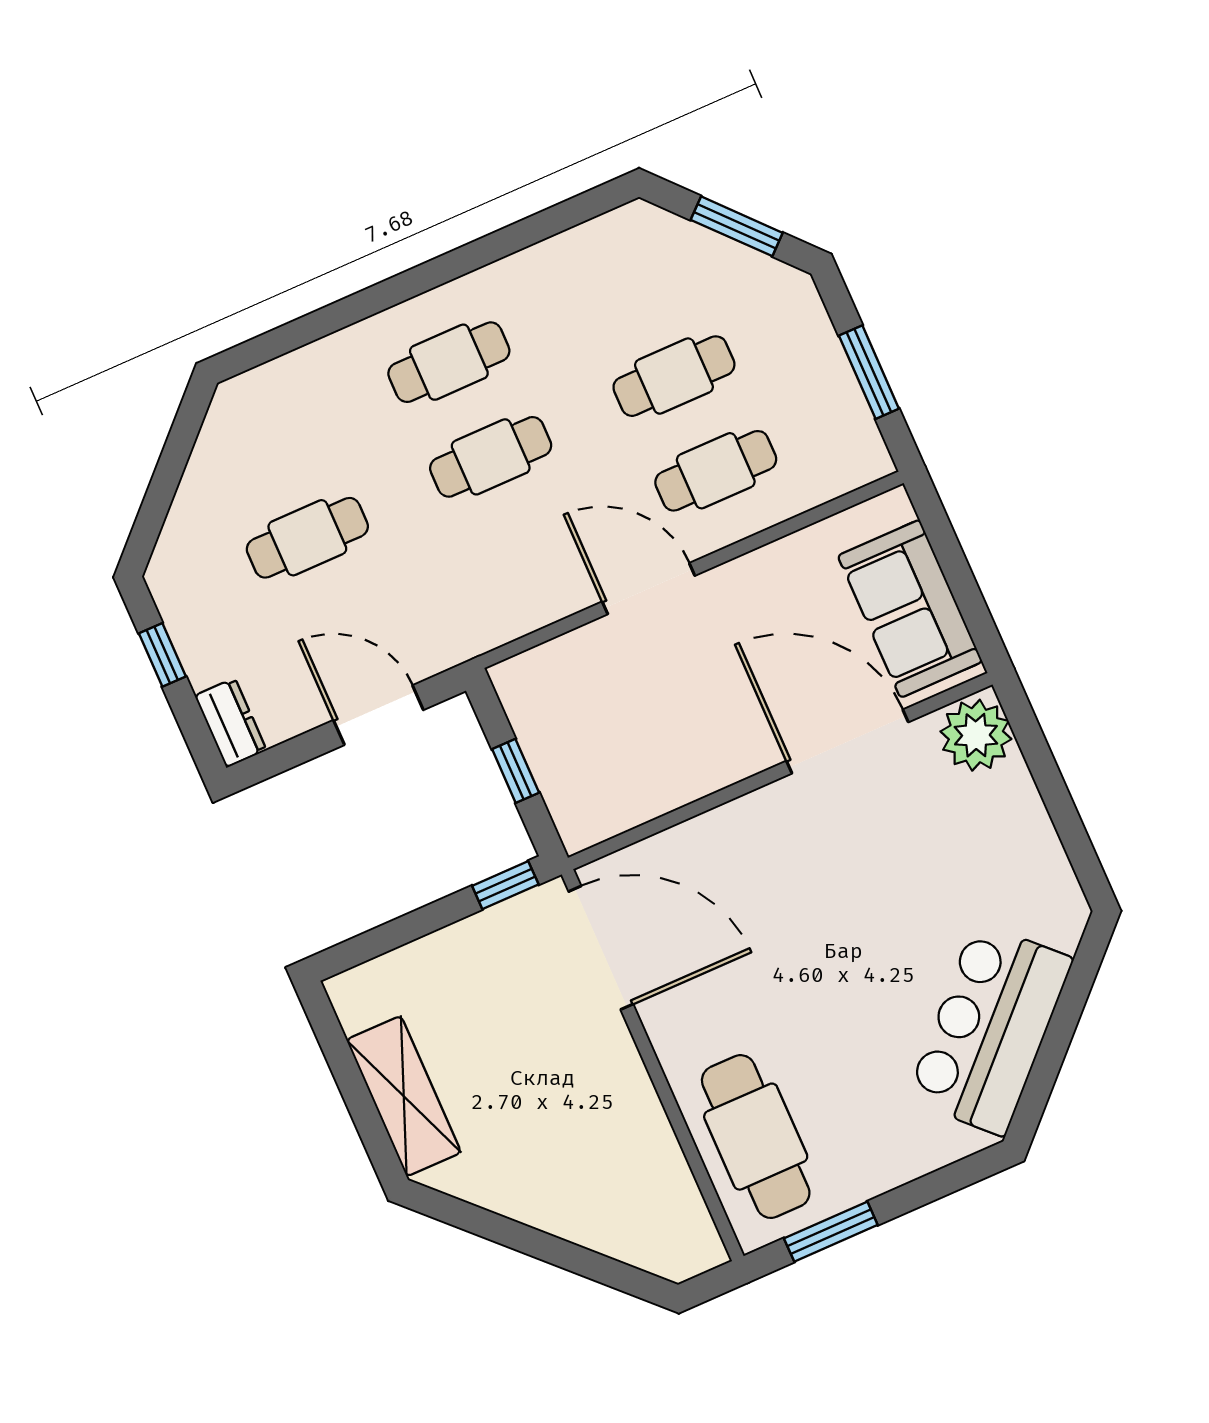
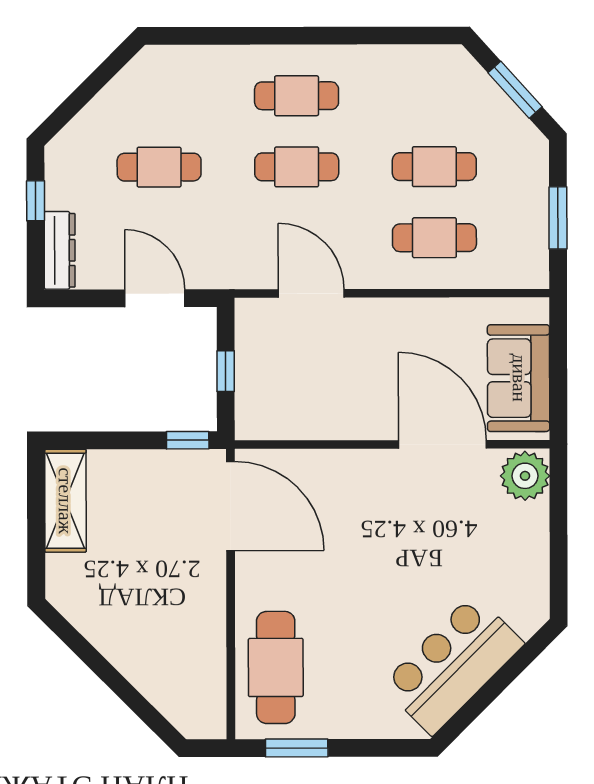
door: (649, 589) -> (311, 293), moved
dresser: (230, 723) -> (60, 250), width x1.44
shelving: (404, 1096) -> (65, 501), moved

